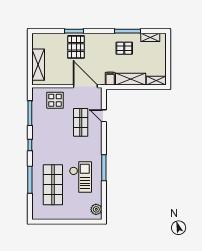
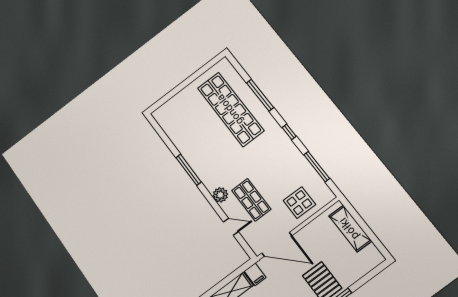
checkout: (80, 177) -> (207, 140), removed
shop shelf: (53, 185) -> (231, 109), width x1.40
plant: (96, 209) -> (220, 195), moved

